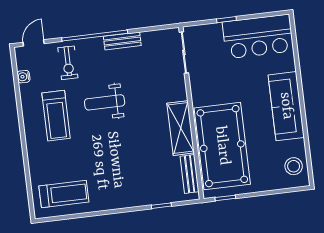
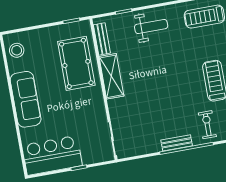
bench: (122, 41) -> (177, 143), moved
weight bench: (105, 102) -> (151, 27), moved
pool table: (222, 146) -> (76, 63), width x0.73, depth x0.76

